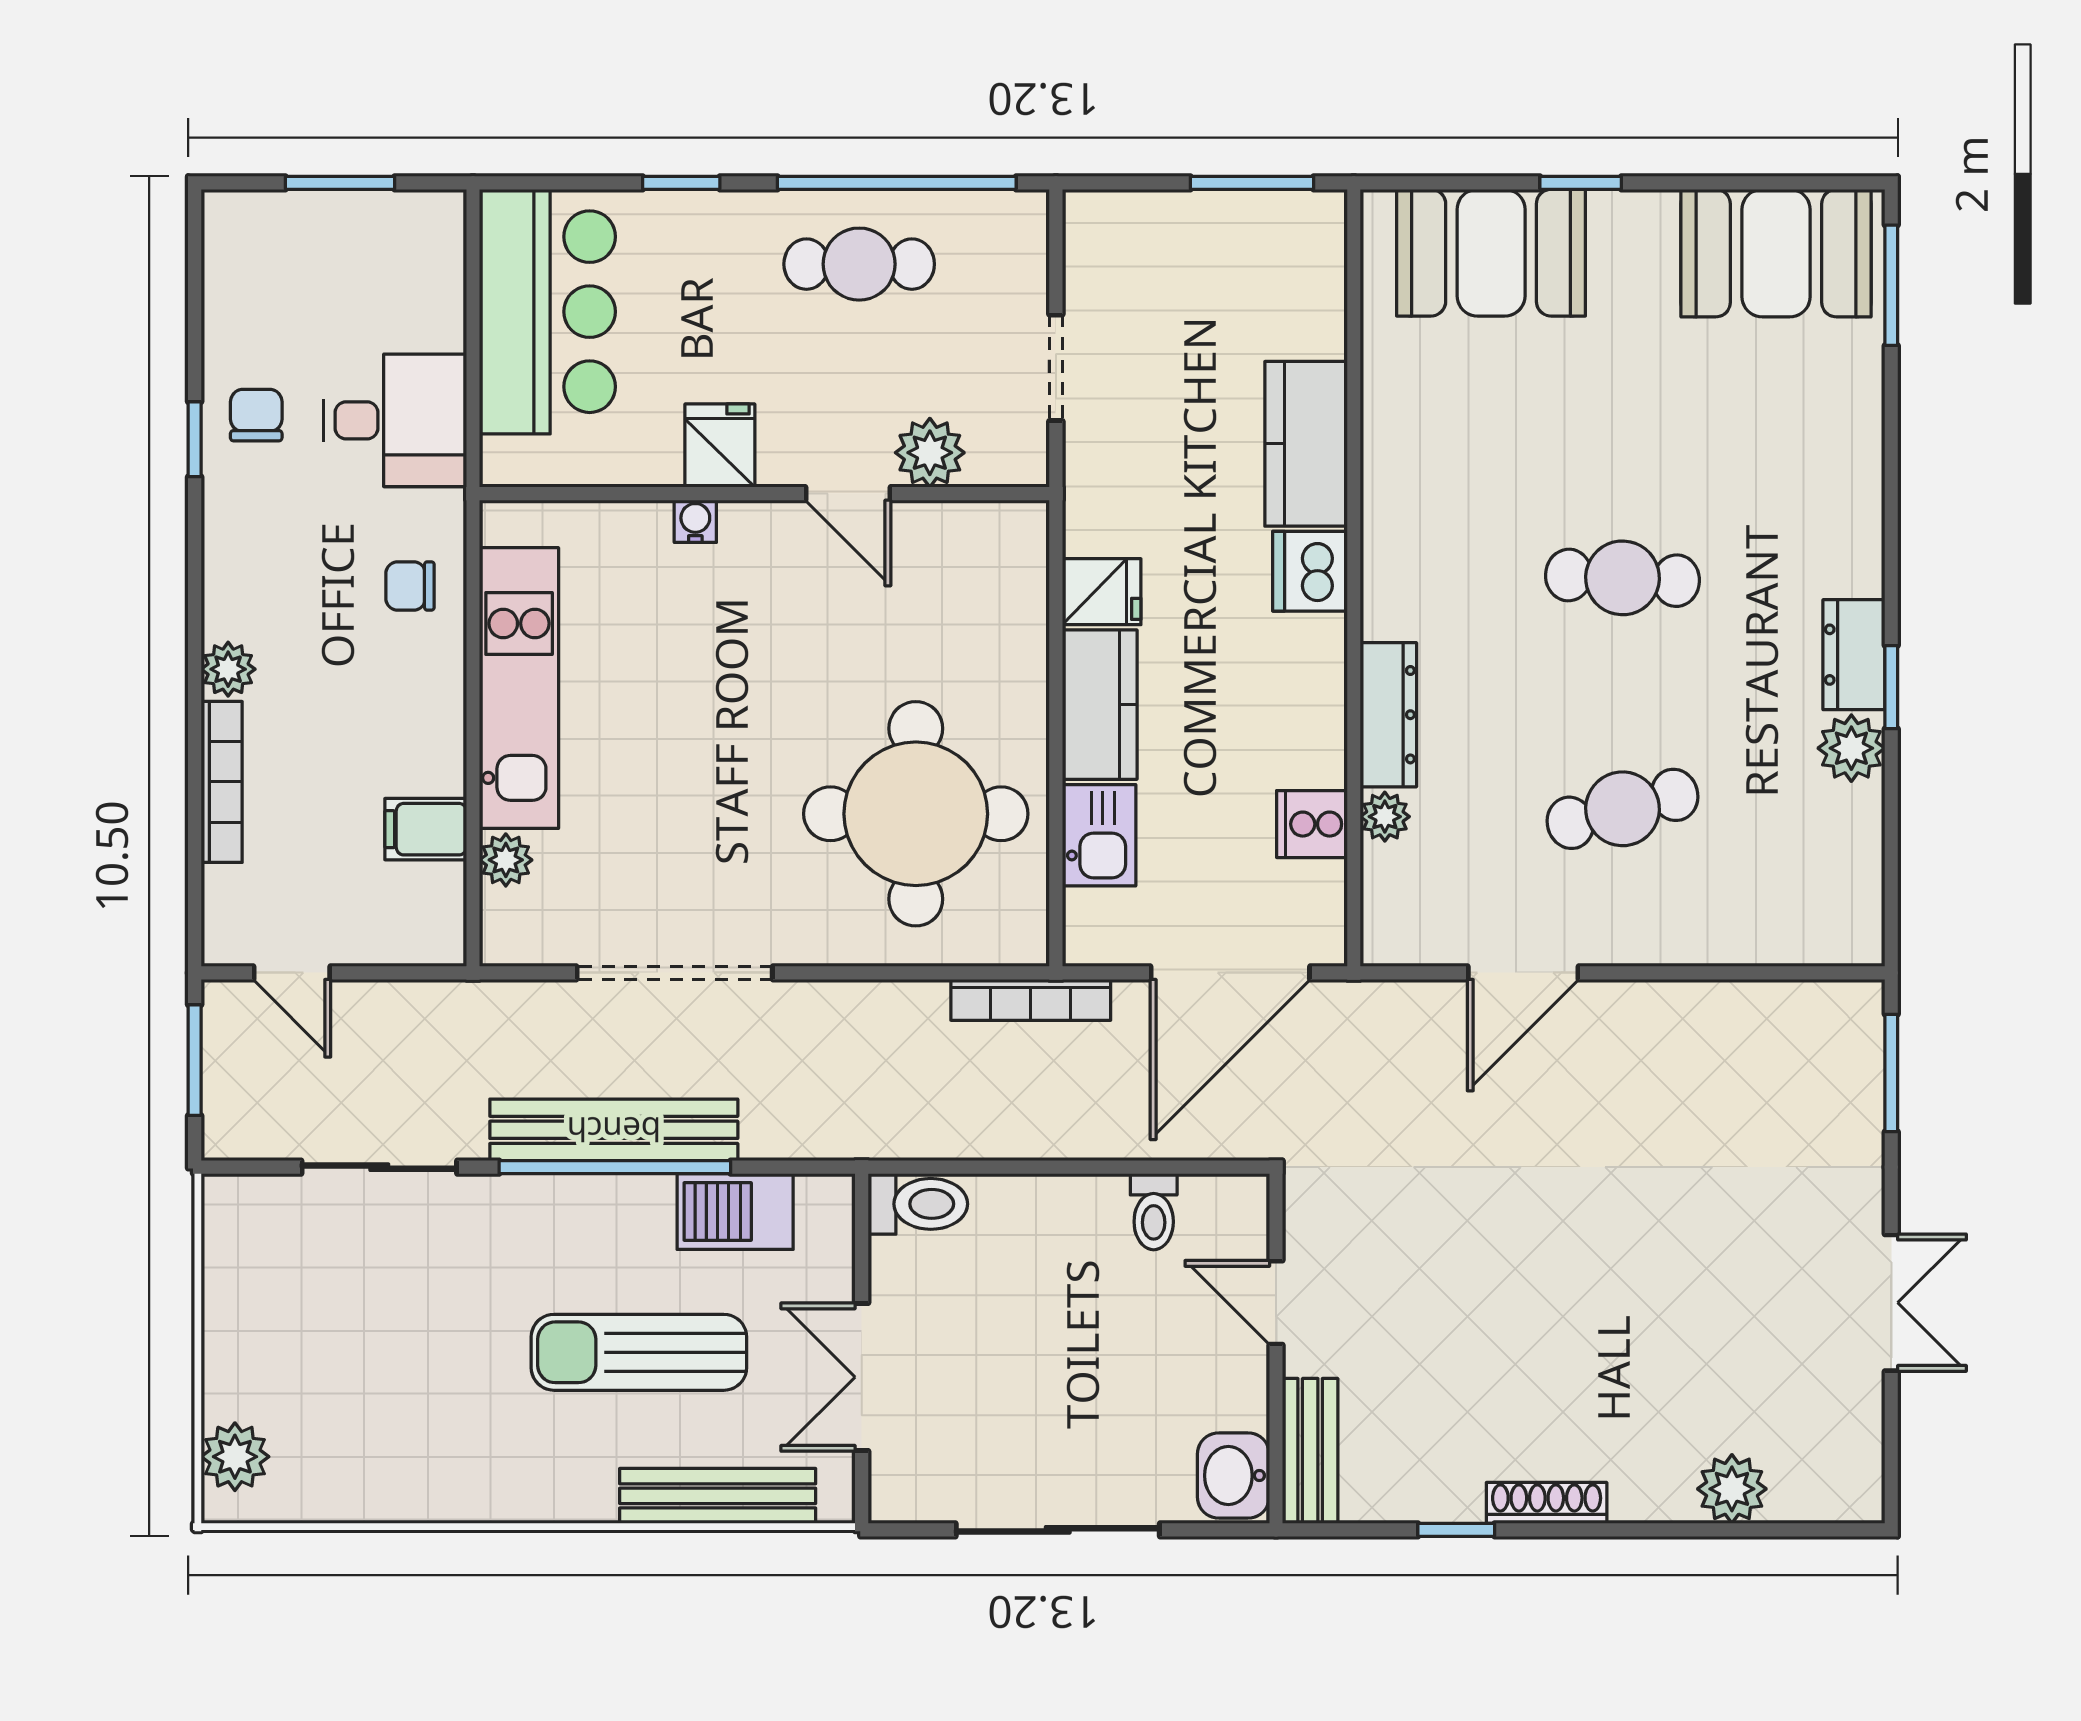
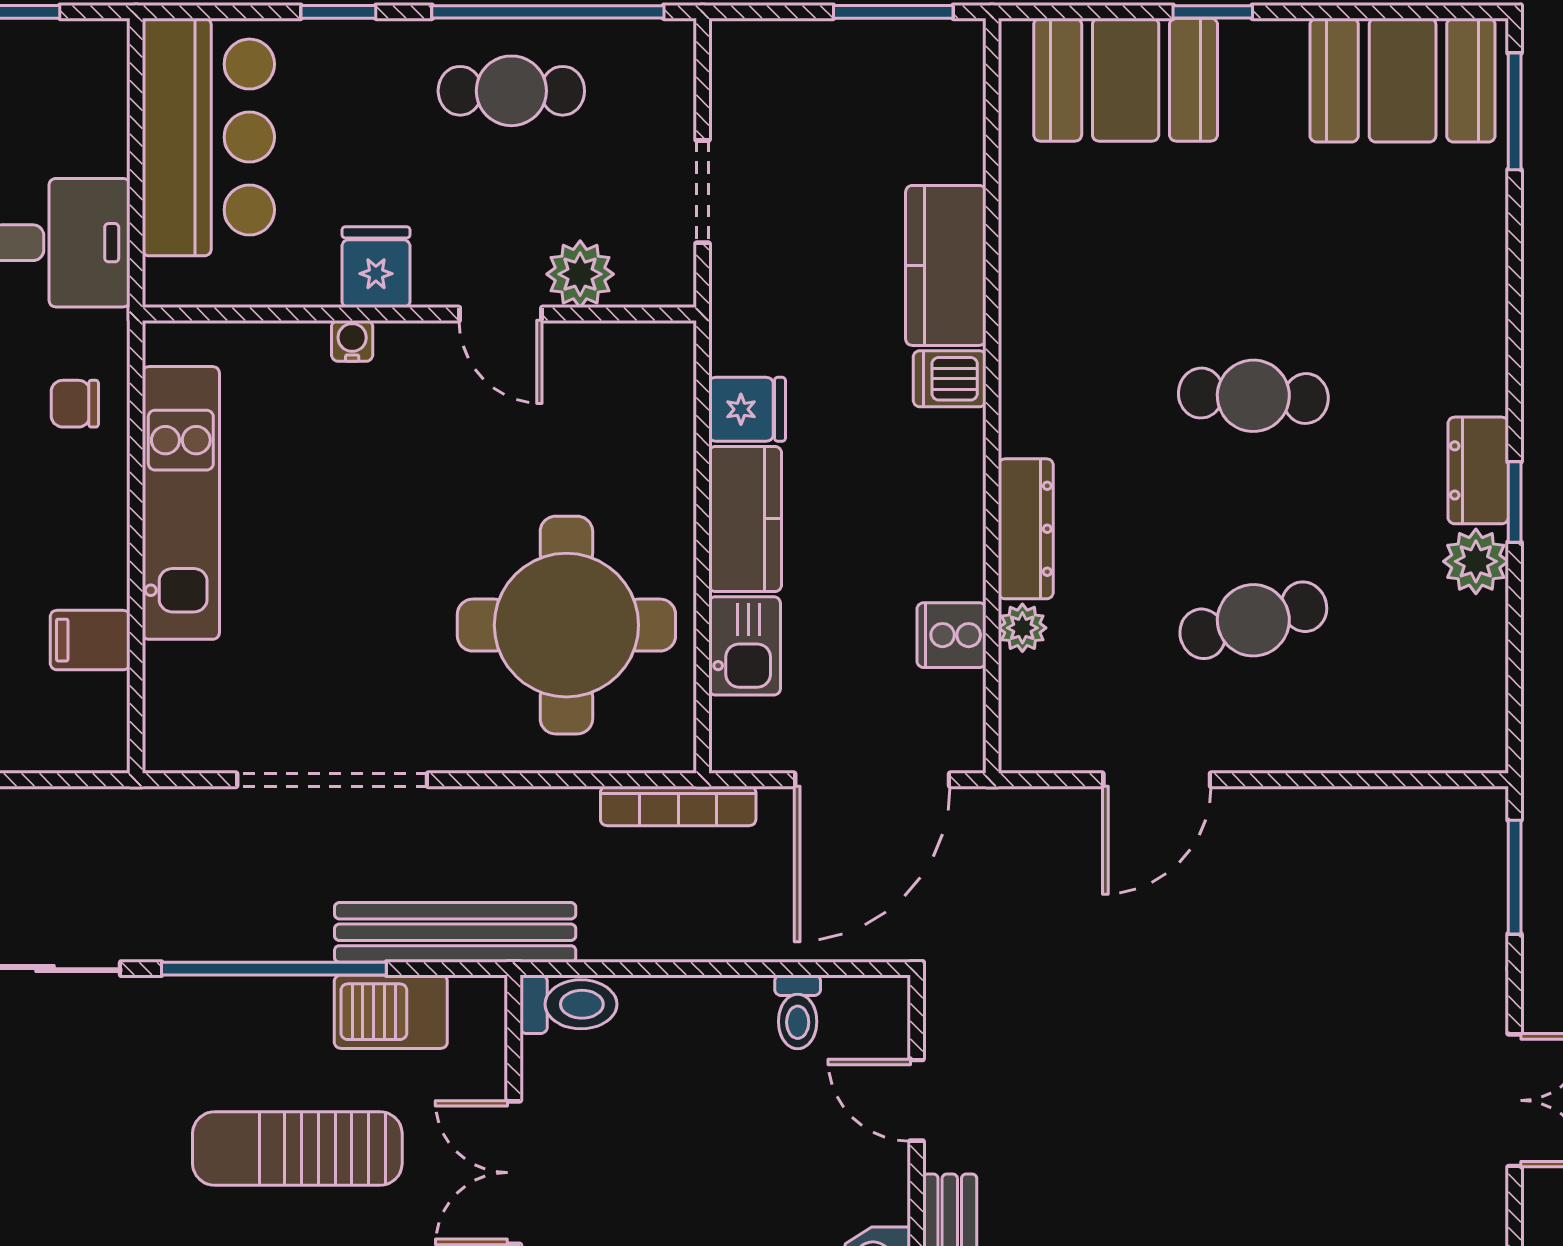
dishwasher: (1310, 571) -> (950, 379), width x0.73
plant: (506, 860) -> (168, 670), removed
bench: (614, 1130) -> (455, 932), moved

